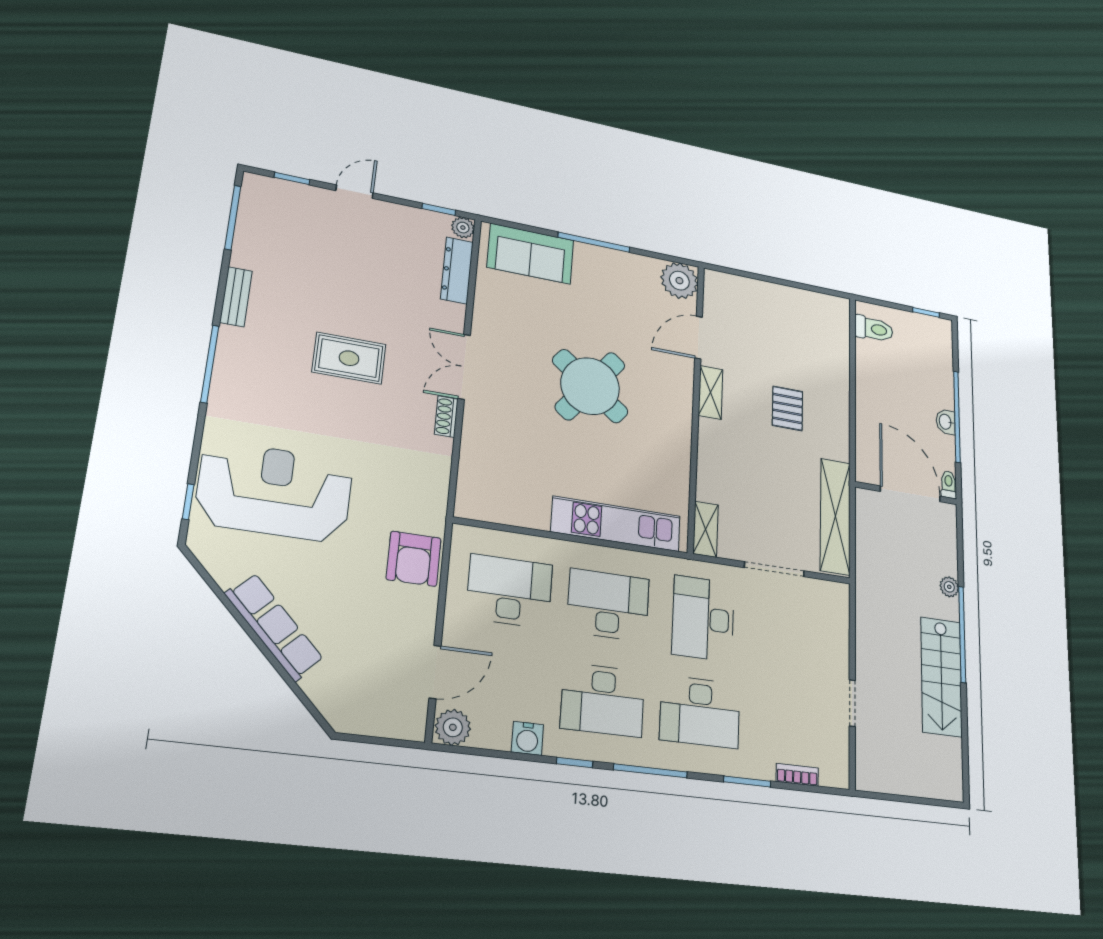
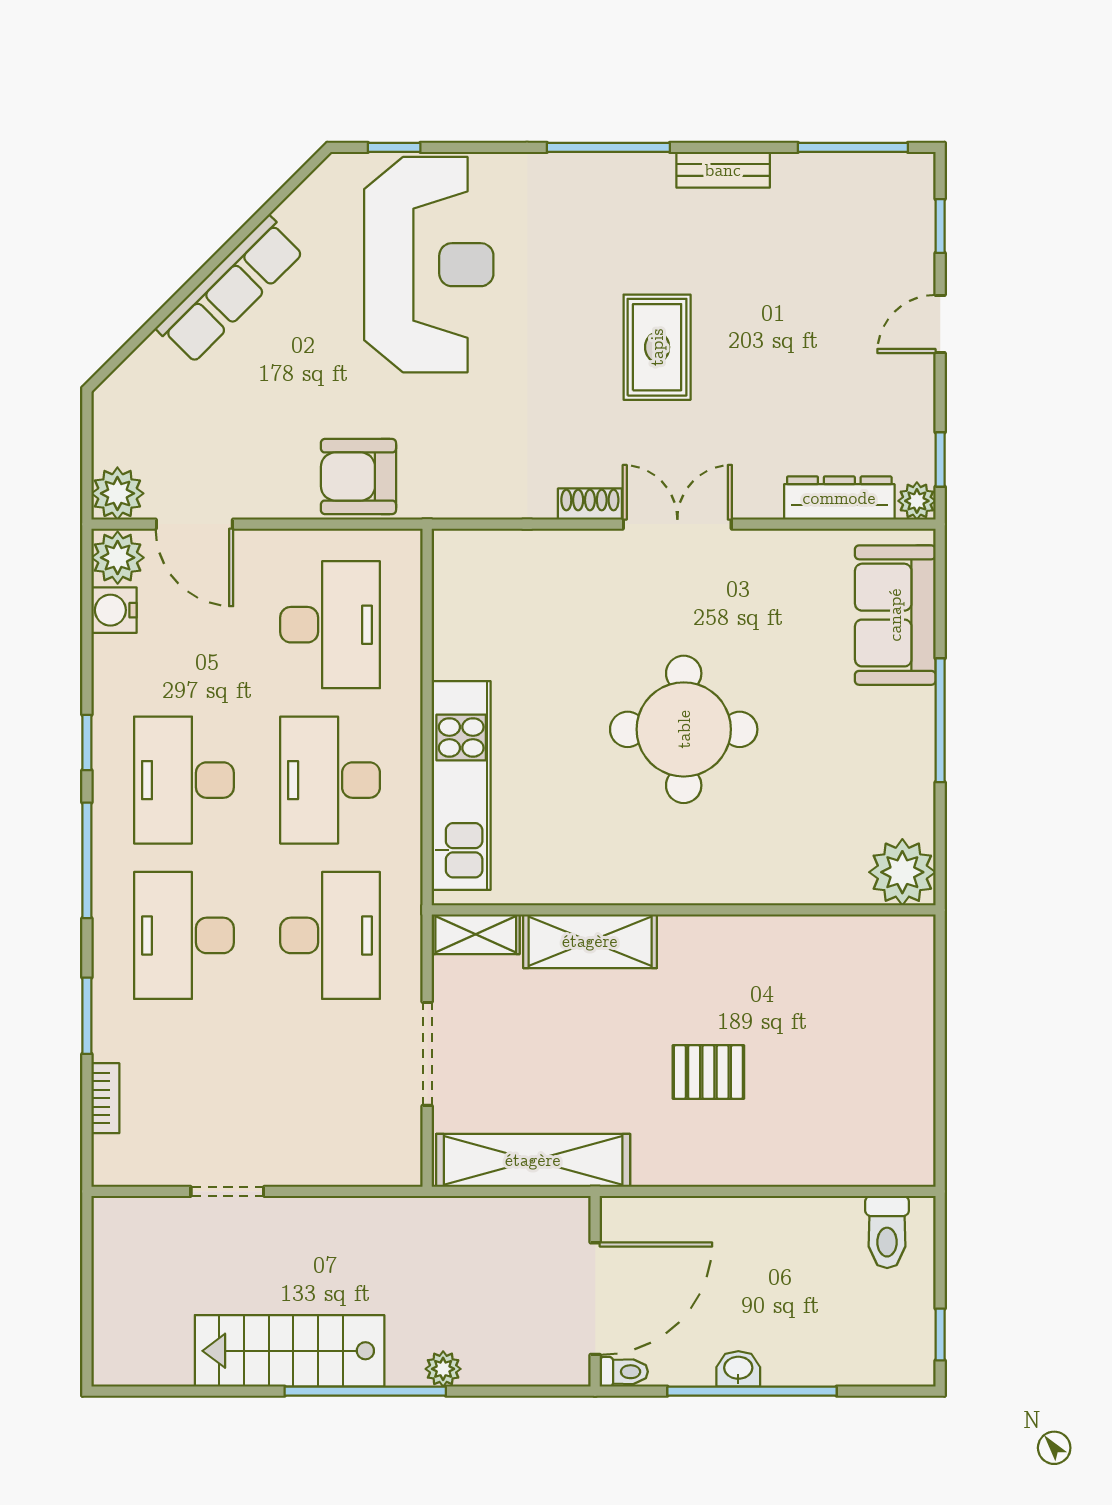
door: (355, 192) -> (940, 324), swing flipped
door: (699, 337) -> (805, 910), removed
round table: (590, 386) -> (684, 729), turned -38
shelving: (711, 392) -> (590, 941), moved, width x1.50, depth x1.33
desk: (608, 605) -> (330, 780), turned 180
desk: (703, 618) -> (330, 935), turned 90
plant: (409, 722) -> (117, 493), added
water cooler: (527, 738) -> (114, 610), moved

